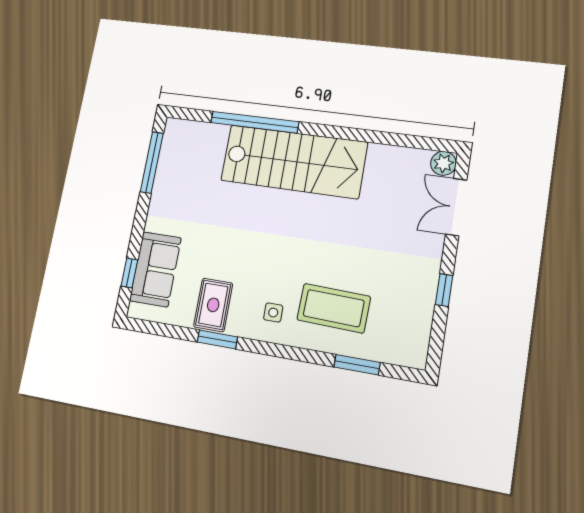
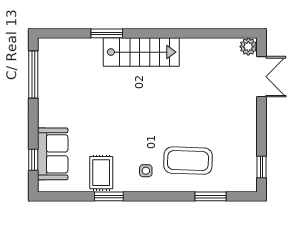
window: (254, 122) -> (107, 33), width x0.47
stairs: (294, 161) -> (141, 52), width x0.73, depth x0.66
double door: (456, 207) -> (261, 77), swing flipped
window: (444, 290) -> (261, 167), moved

